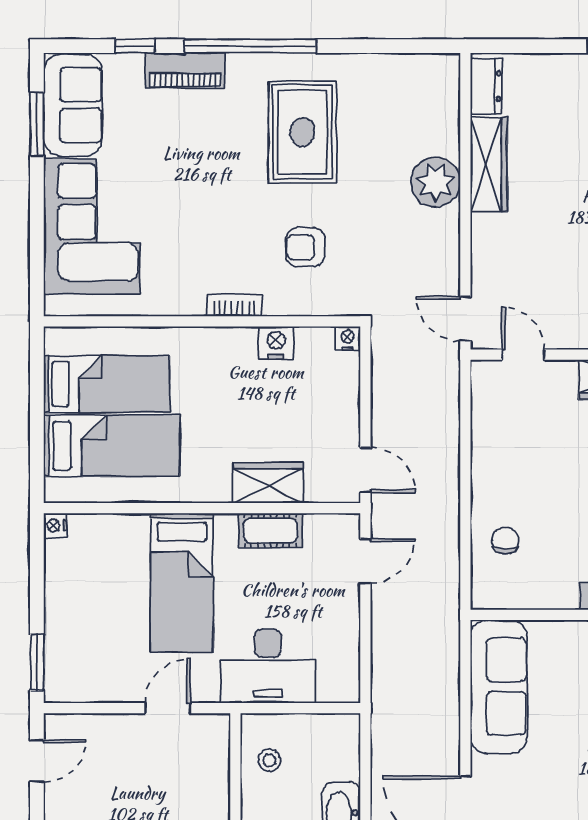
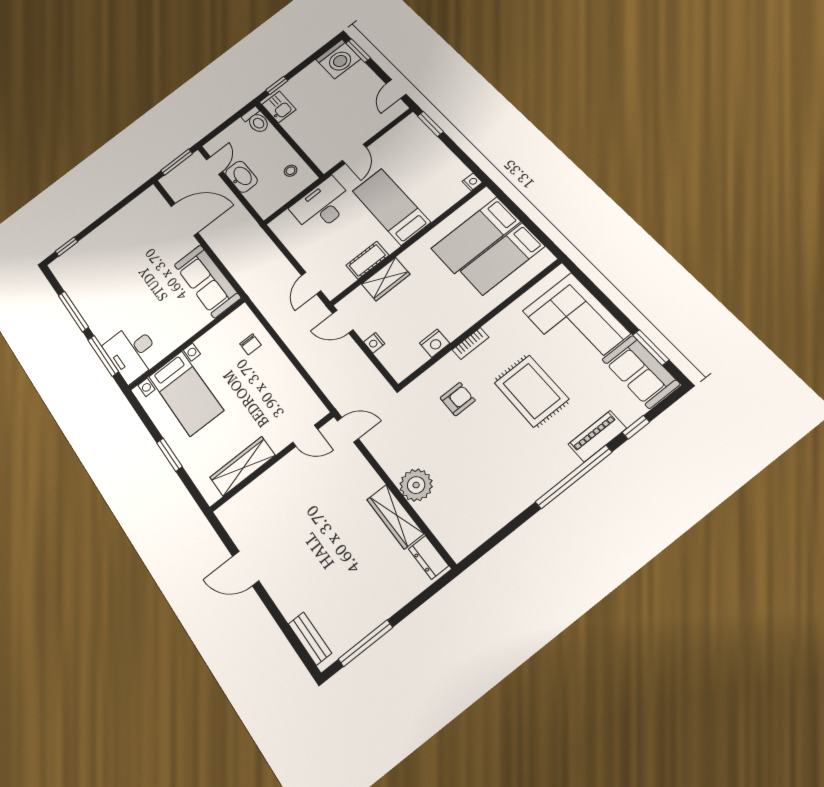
rug: (302, 132) -> (531, 391), moved
nightstand: (348, 338) -> (374, 343), moved, turned 90

